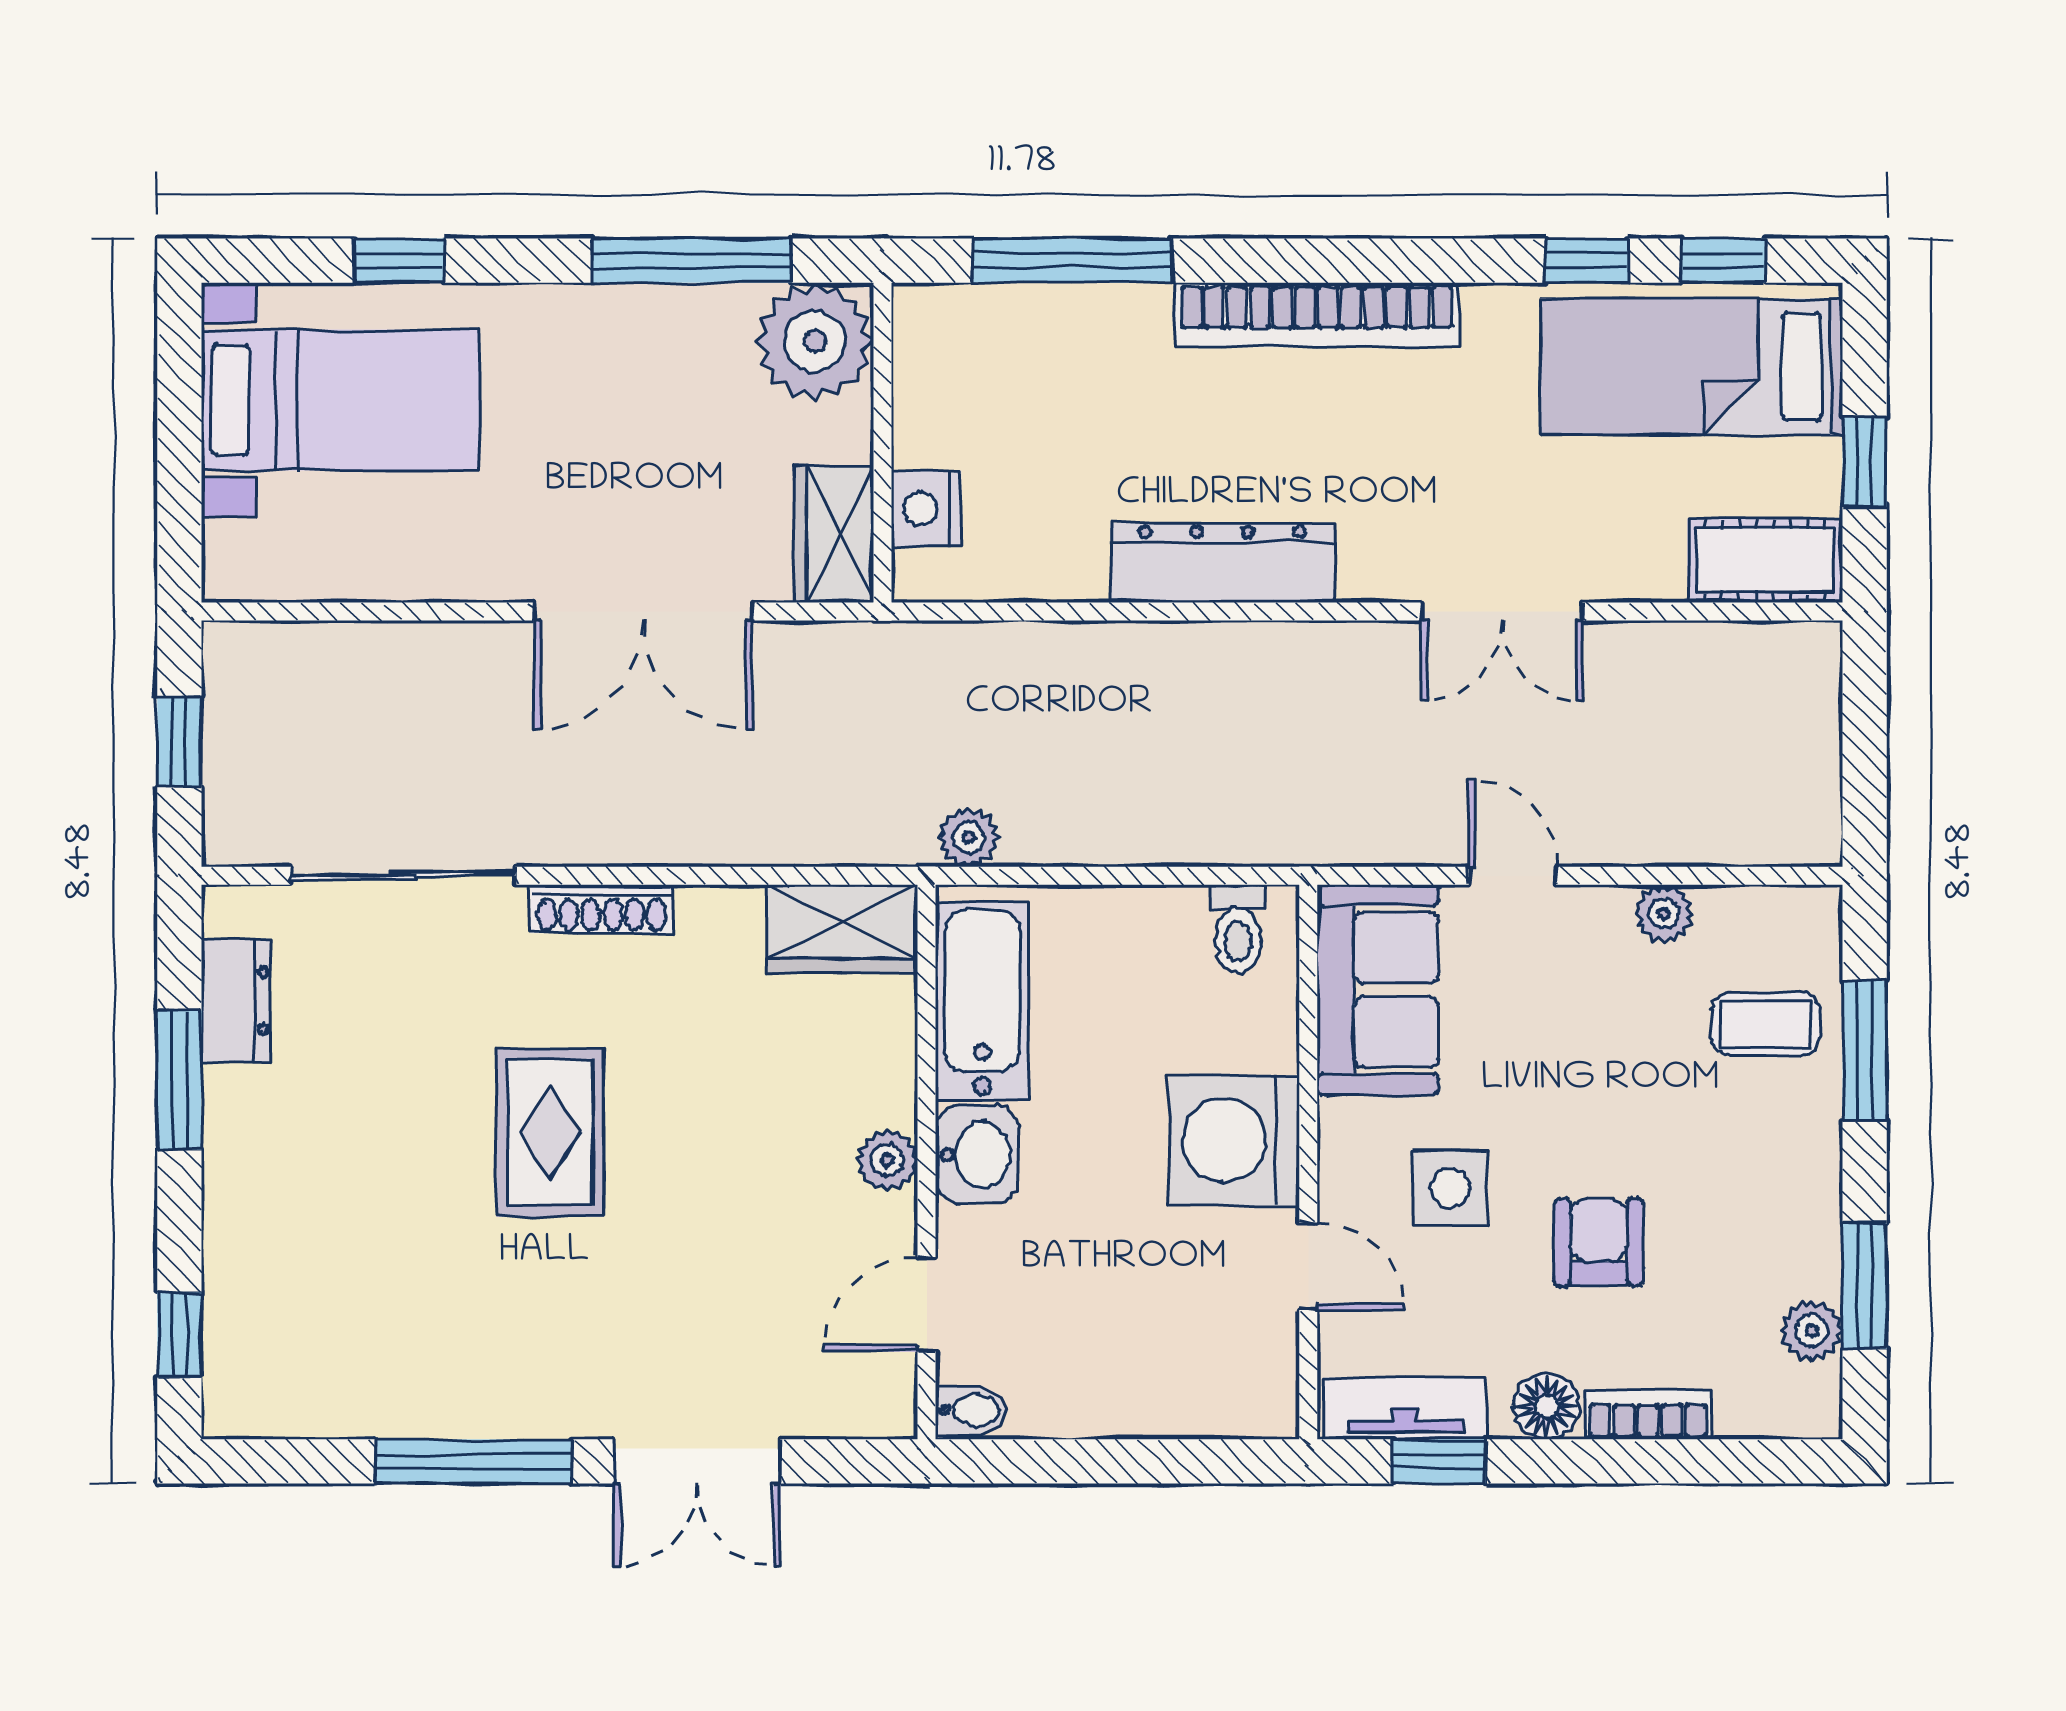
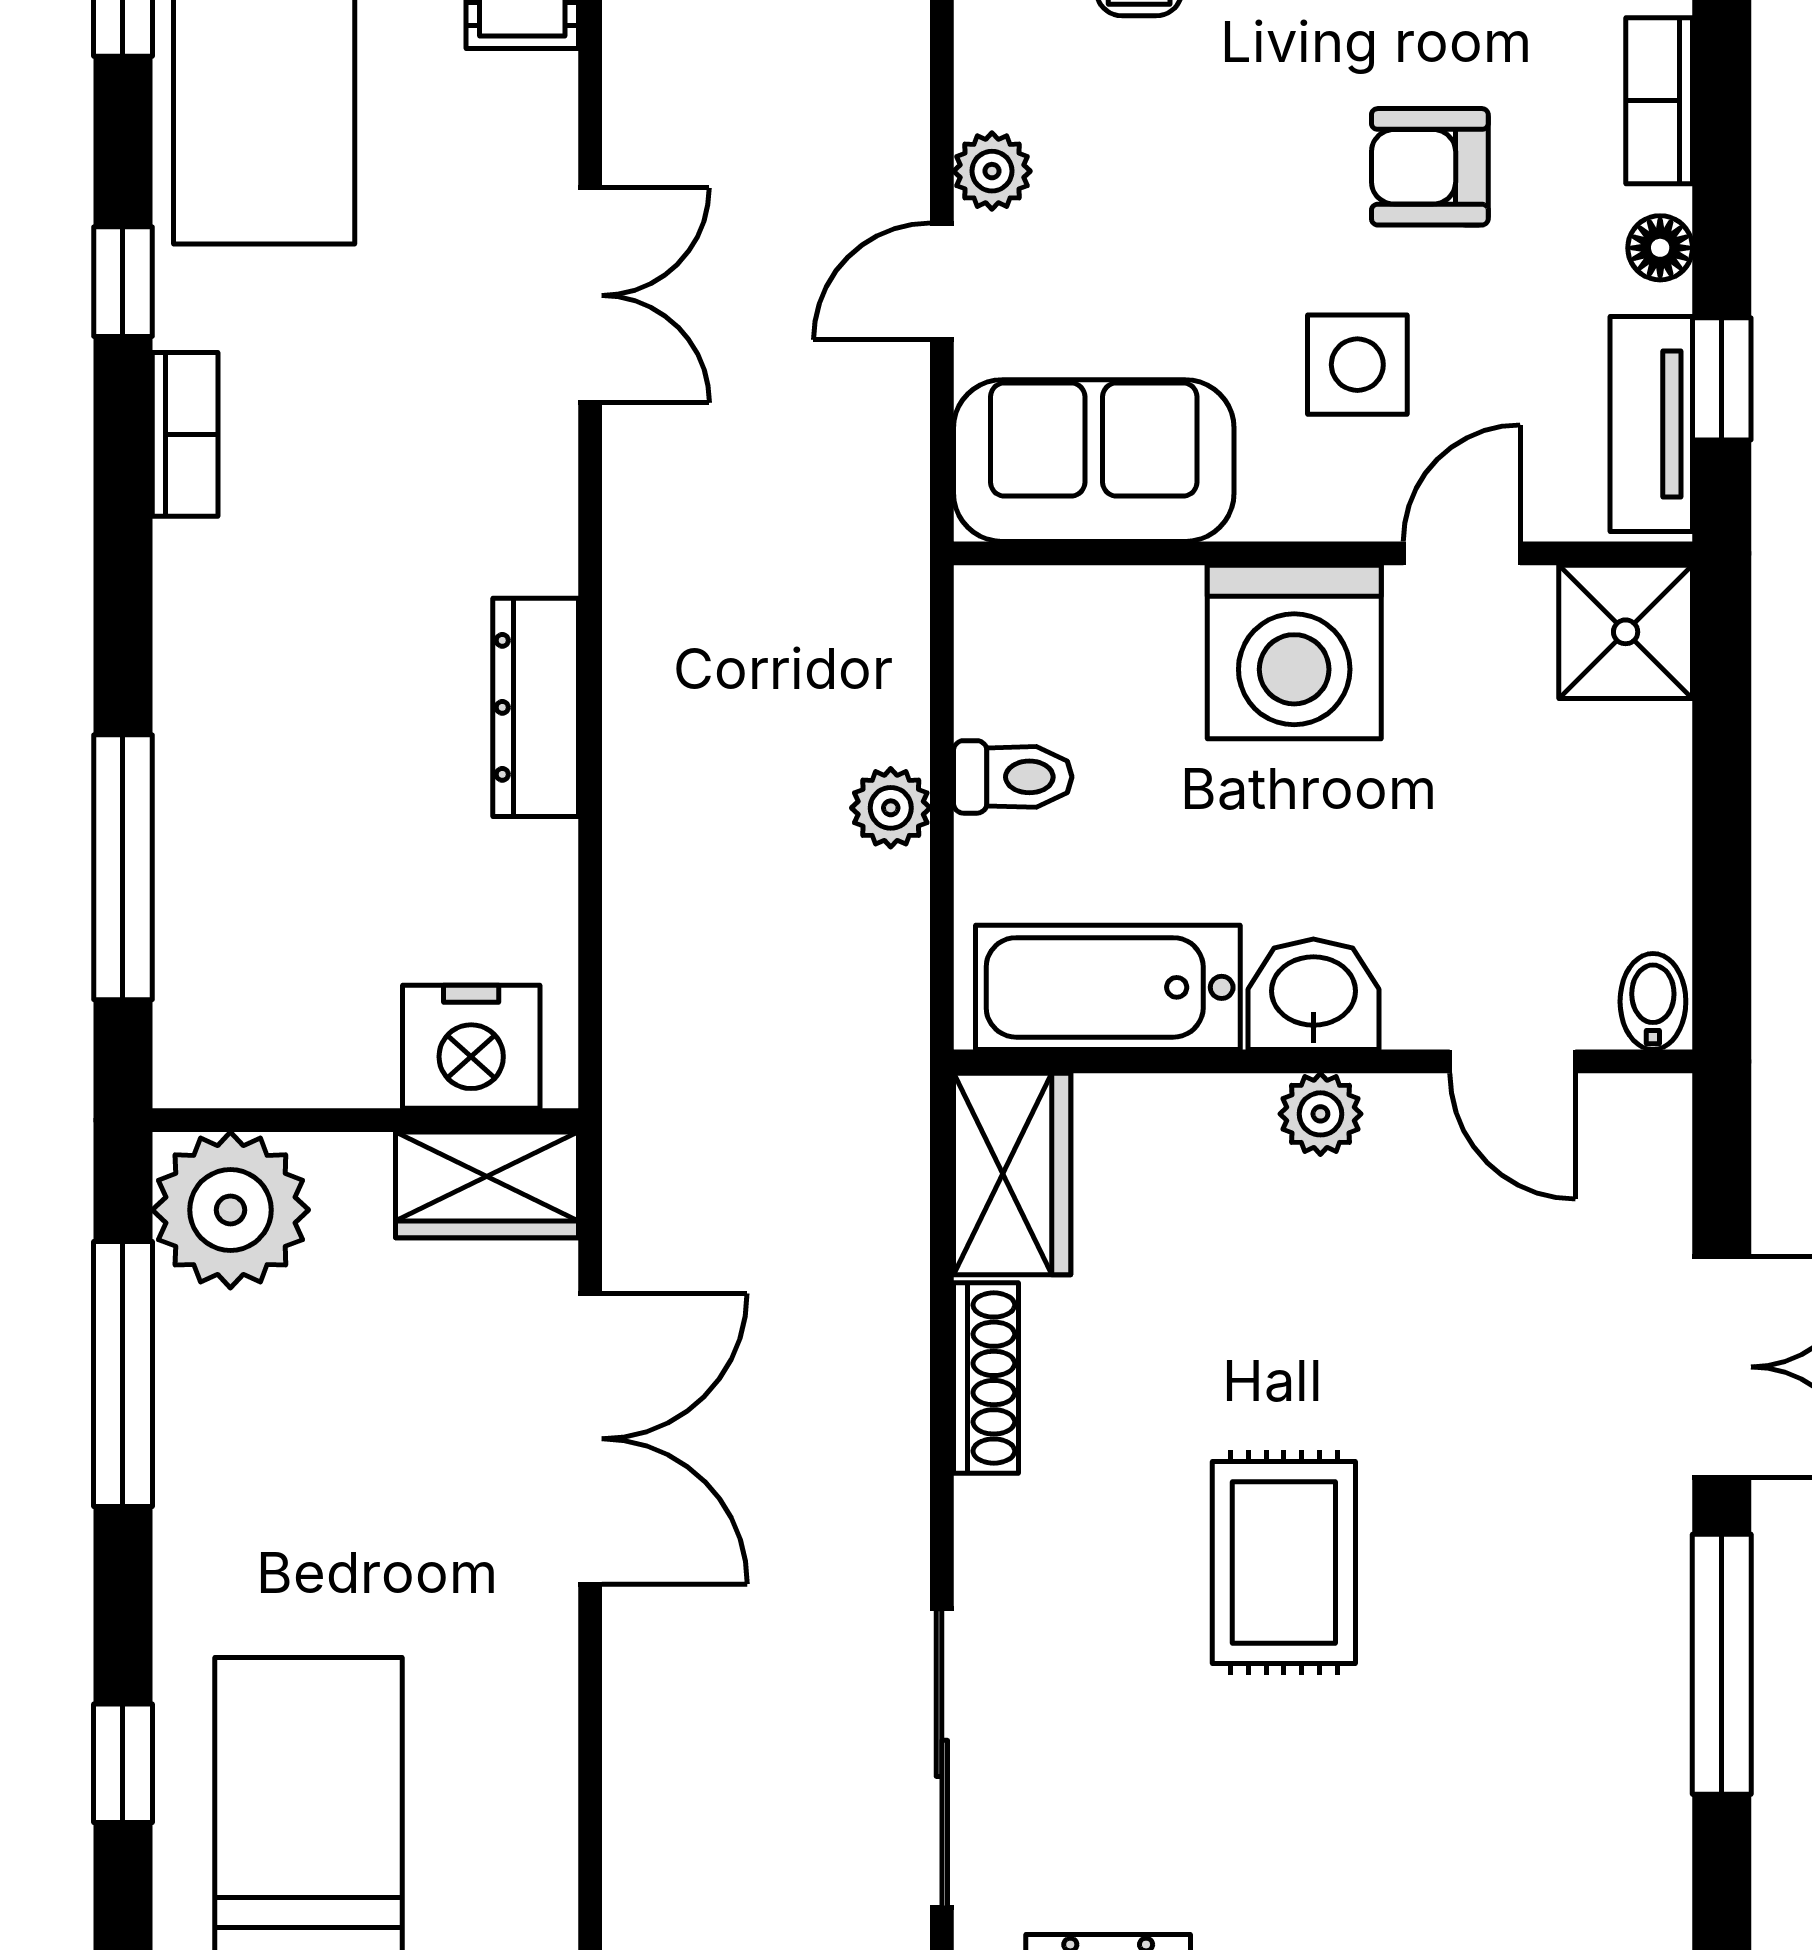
window: (1587, 261) -> (123, 282), moved
bookcase: (1317, 315) -> (185, 434), width x0.43, depth x0.76
nightstand: (926, 509) -> (471, 1047), width x1.36, depth x1.33
dresser: (1222, 563) -> (536, 707), width x0.73, depth x0.80
plant: (968, 837) -> (891, 808), moved
shoe rack: (602, 909) -> (986, 1378), moved
plant: (1664, 913) -> (992, 171), moved
toilet: (1238, 929) -> (1013, 777), moved
rug: (550, 1133) -> (1284, 1563), turned 90
shower: (1249, 1389) -> (1626, 632), added
floor lamp: (1547, 1406) -> (1660, 248), width x0.73, depth x0.73

